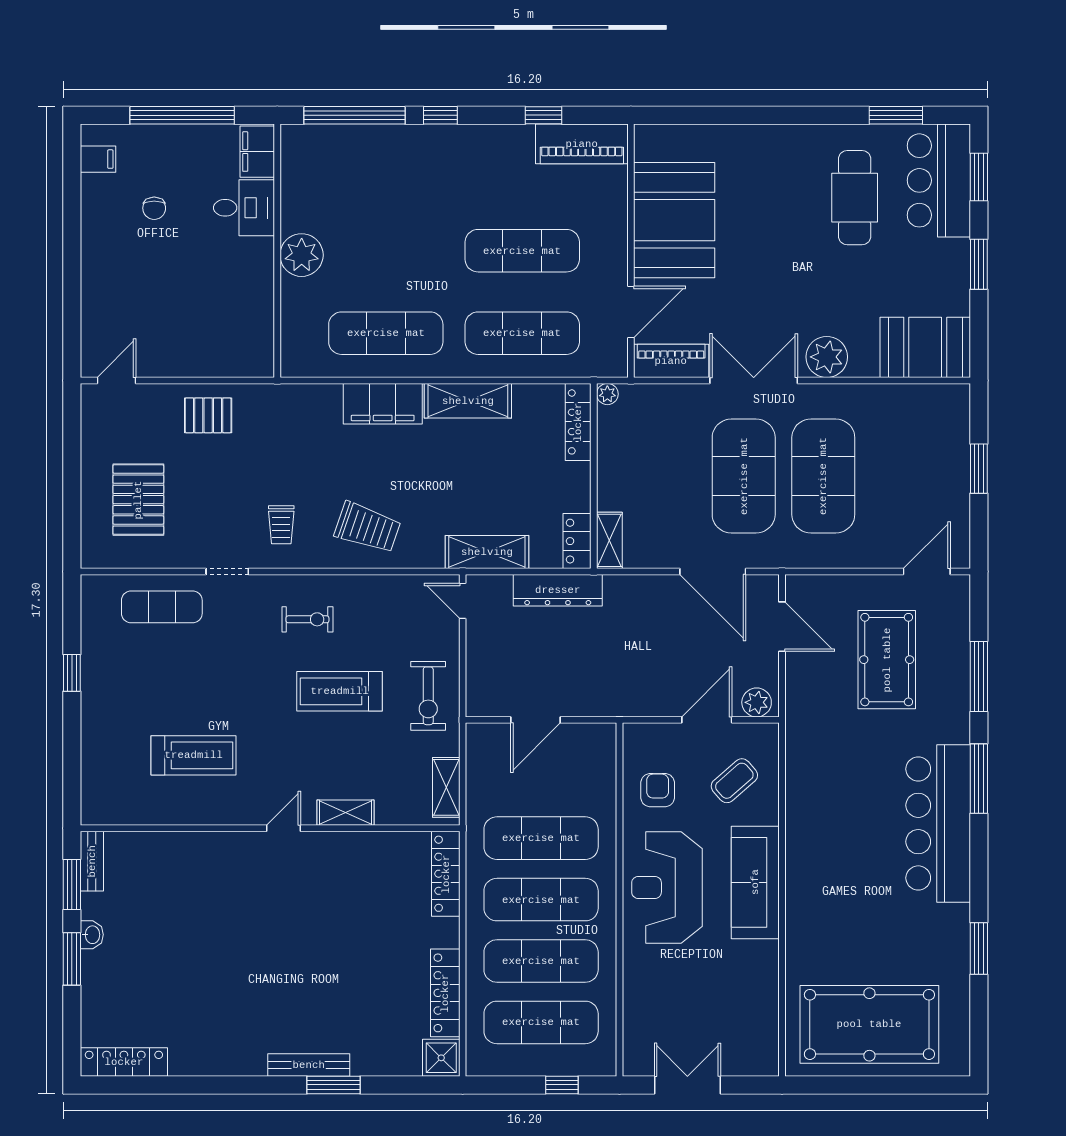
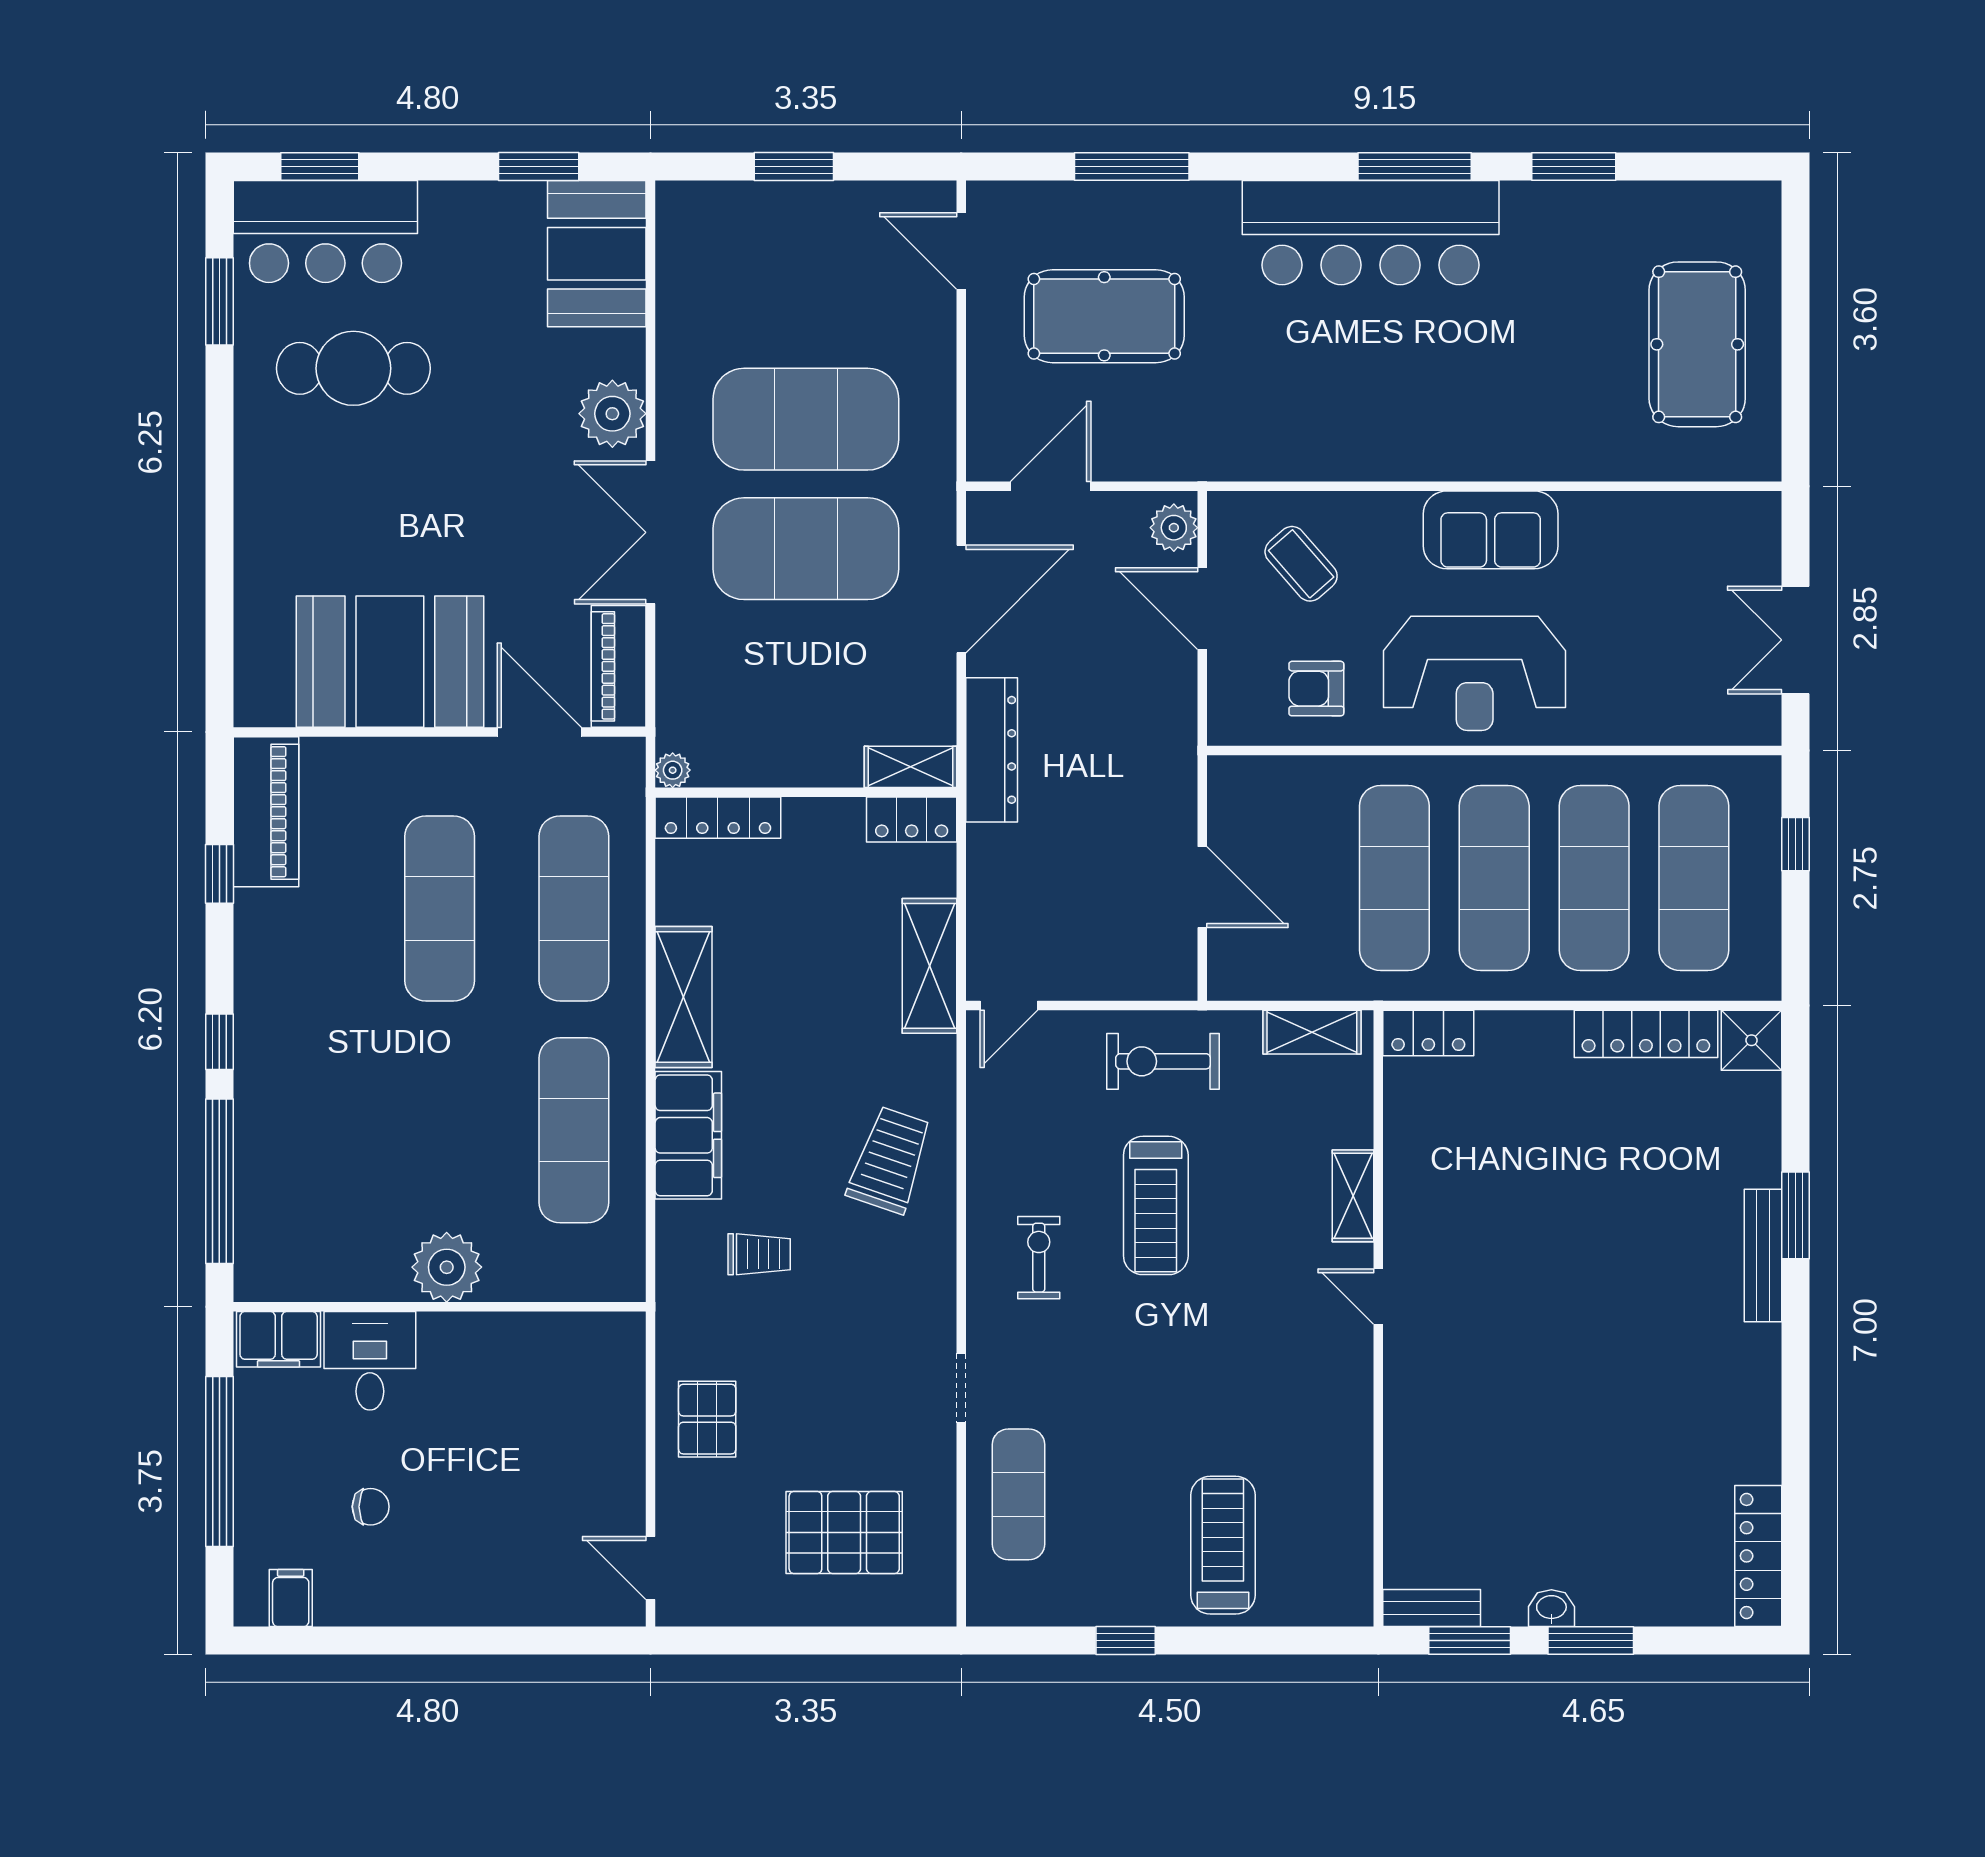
window: (979, 264) -> (539, 166), moved
trolley: (281, 525) -> (759, 1254), moved
dresser: (558, 590) -> (992, 750), moved
exercise bike: (428, 696) -> (1163, 1061), turned 180
treadmill: (194, 755) -> (1223, 1545), moved
window: (979, 779) -> (1415, 166), moved
locker: (446, 874) -> (1428, 1033), width x0.66
sofa: (755, 882) -> (1491, 530), width x0.73
pool table: (869, 1024) -> (1697, 344), width x0.73, depth x0.76

